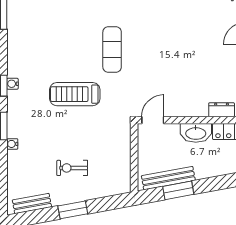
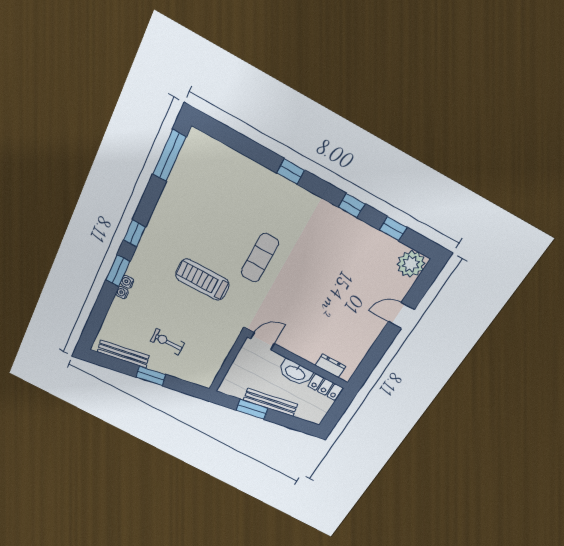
water cooler: (12, 84) -> (127, 282), moved
bench: (168, 178) -> (270, 402), moved
bench: (32, 203) -> (123, 354), width x1.36

